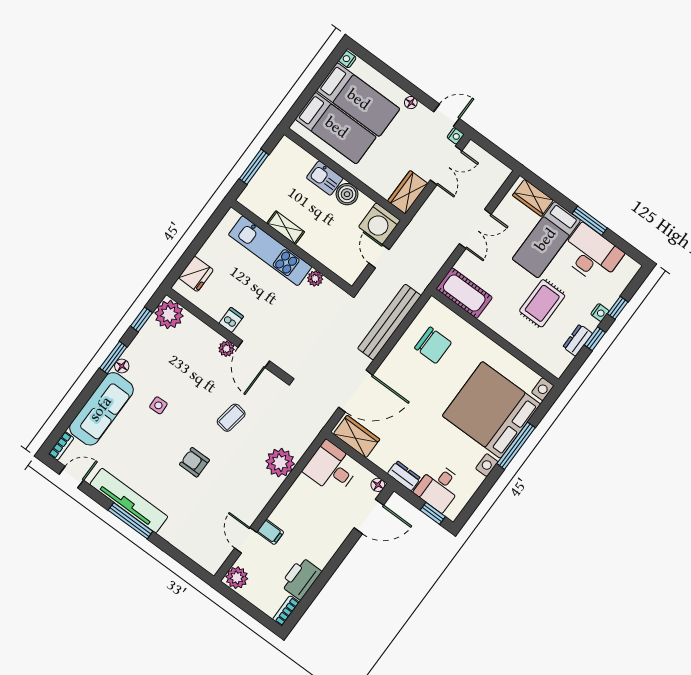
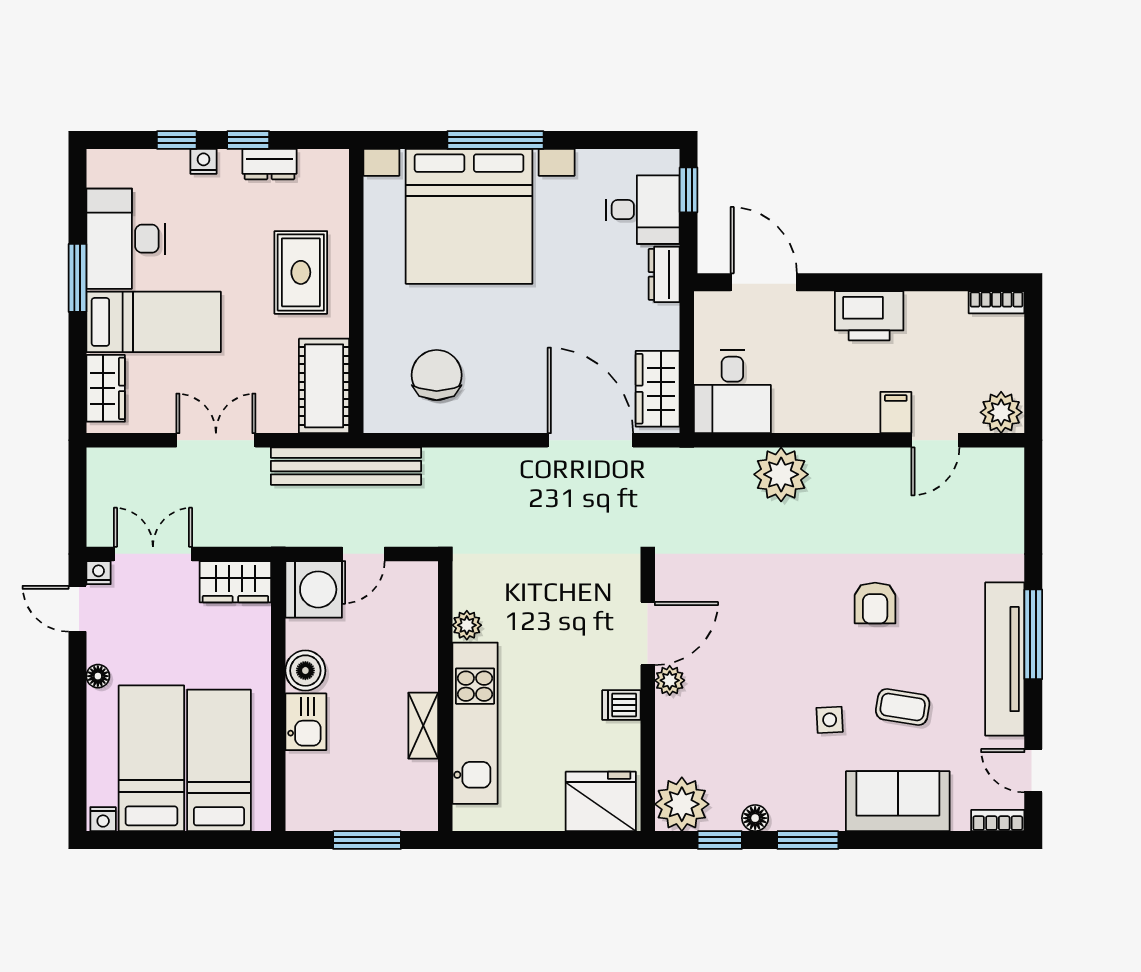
fridge: (196, 274) -> (601, 801), width x1.36, depth x1.34
rug: (542, 303) -> (301, 272), moved, turned 90
bench: (389, 322) -> (346, 466), moved
floor lamp: (122, 366) -> (755, 818), moved
sofa: (101, 409) -> (898, 801), width x0.73
coffee table: (231, 418) -> (903, 707), moved
floor lamp: (378, 485) -> (706, 304), removed
printer: (301, 578) -> (869, 316), moved

